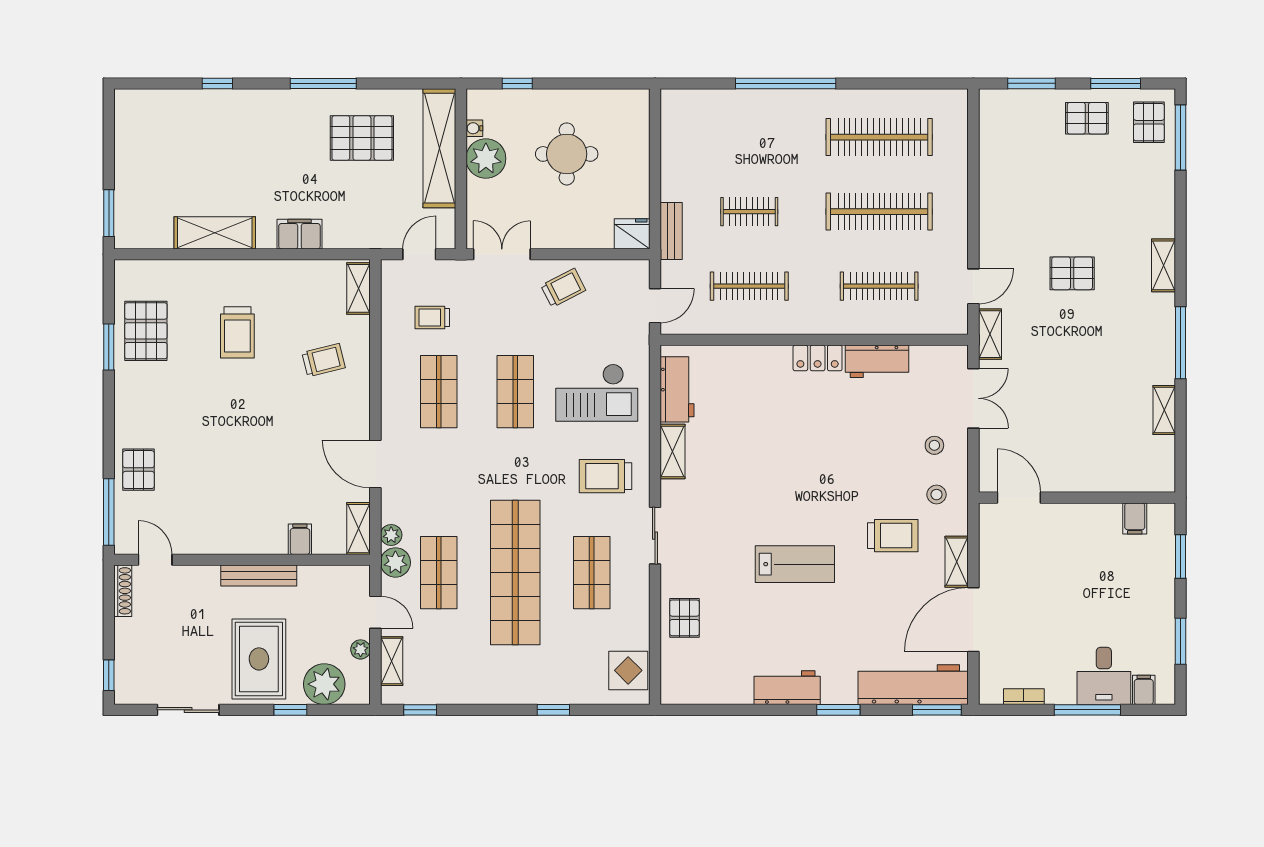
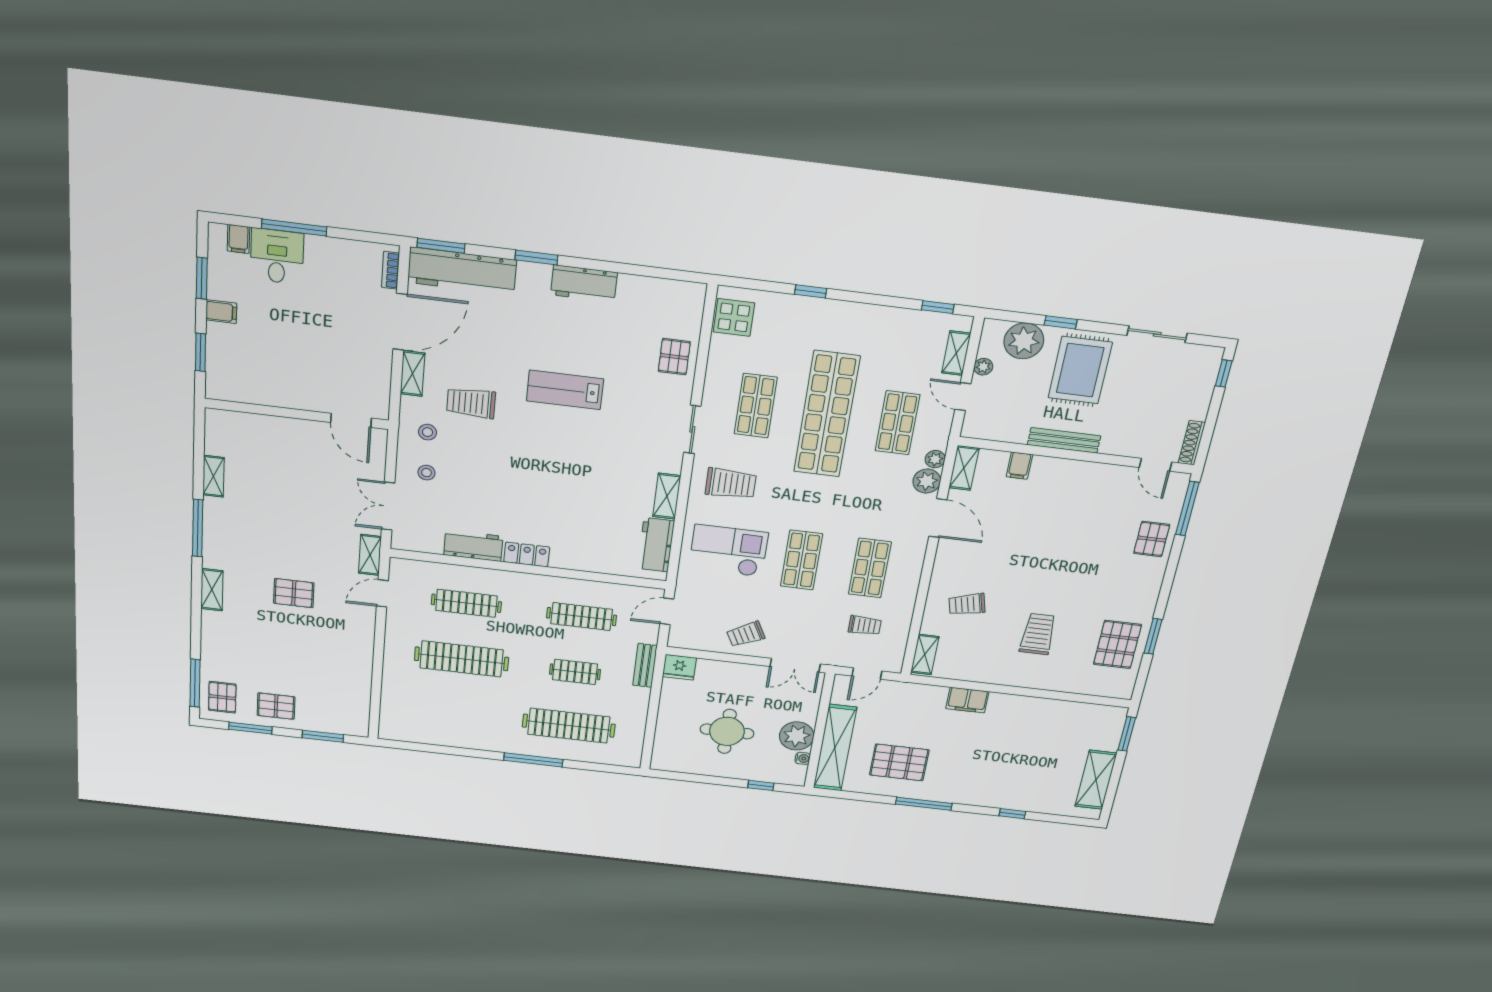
window: (786, 83) -> (533, 760), width x0.68
clothes rail: (879, 137) -> (569, 726), moved
shelving: (215, 233) -> (1096, 780), moved, turned 90
filing cabinet: (1135, 519) -> (221, 312), moved, turned 90
plant: (395, 562) -> (927, 481), moved
bookcase: (1024, 697) -> (391, 270), moved, turned 90

